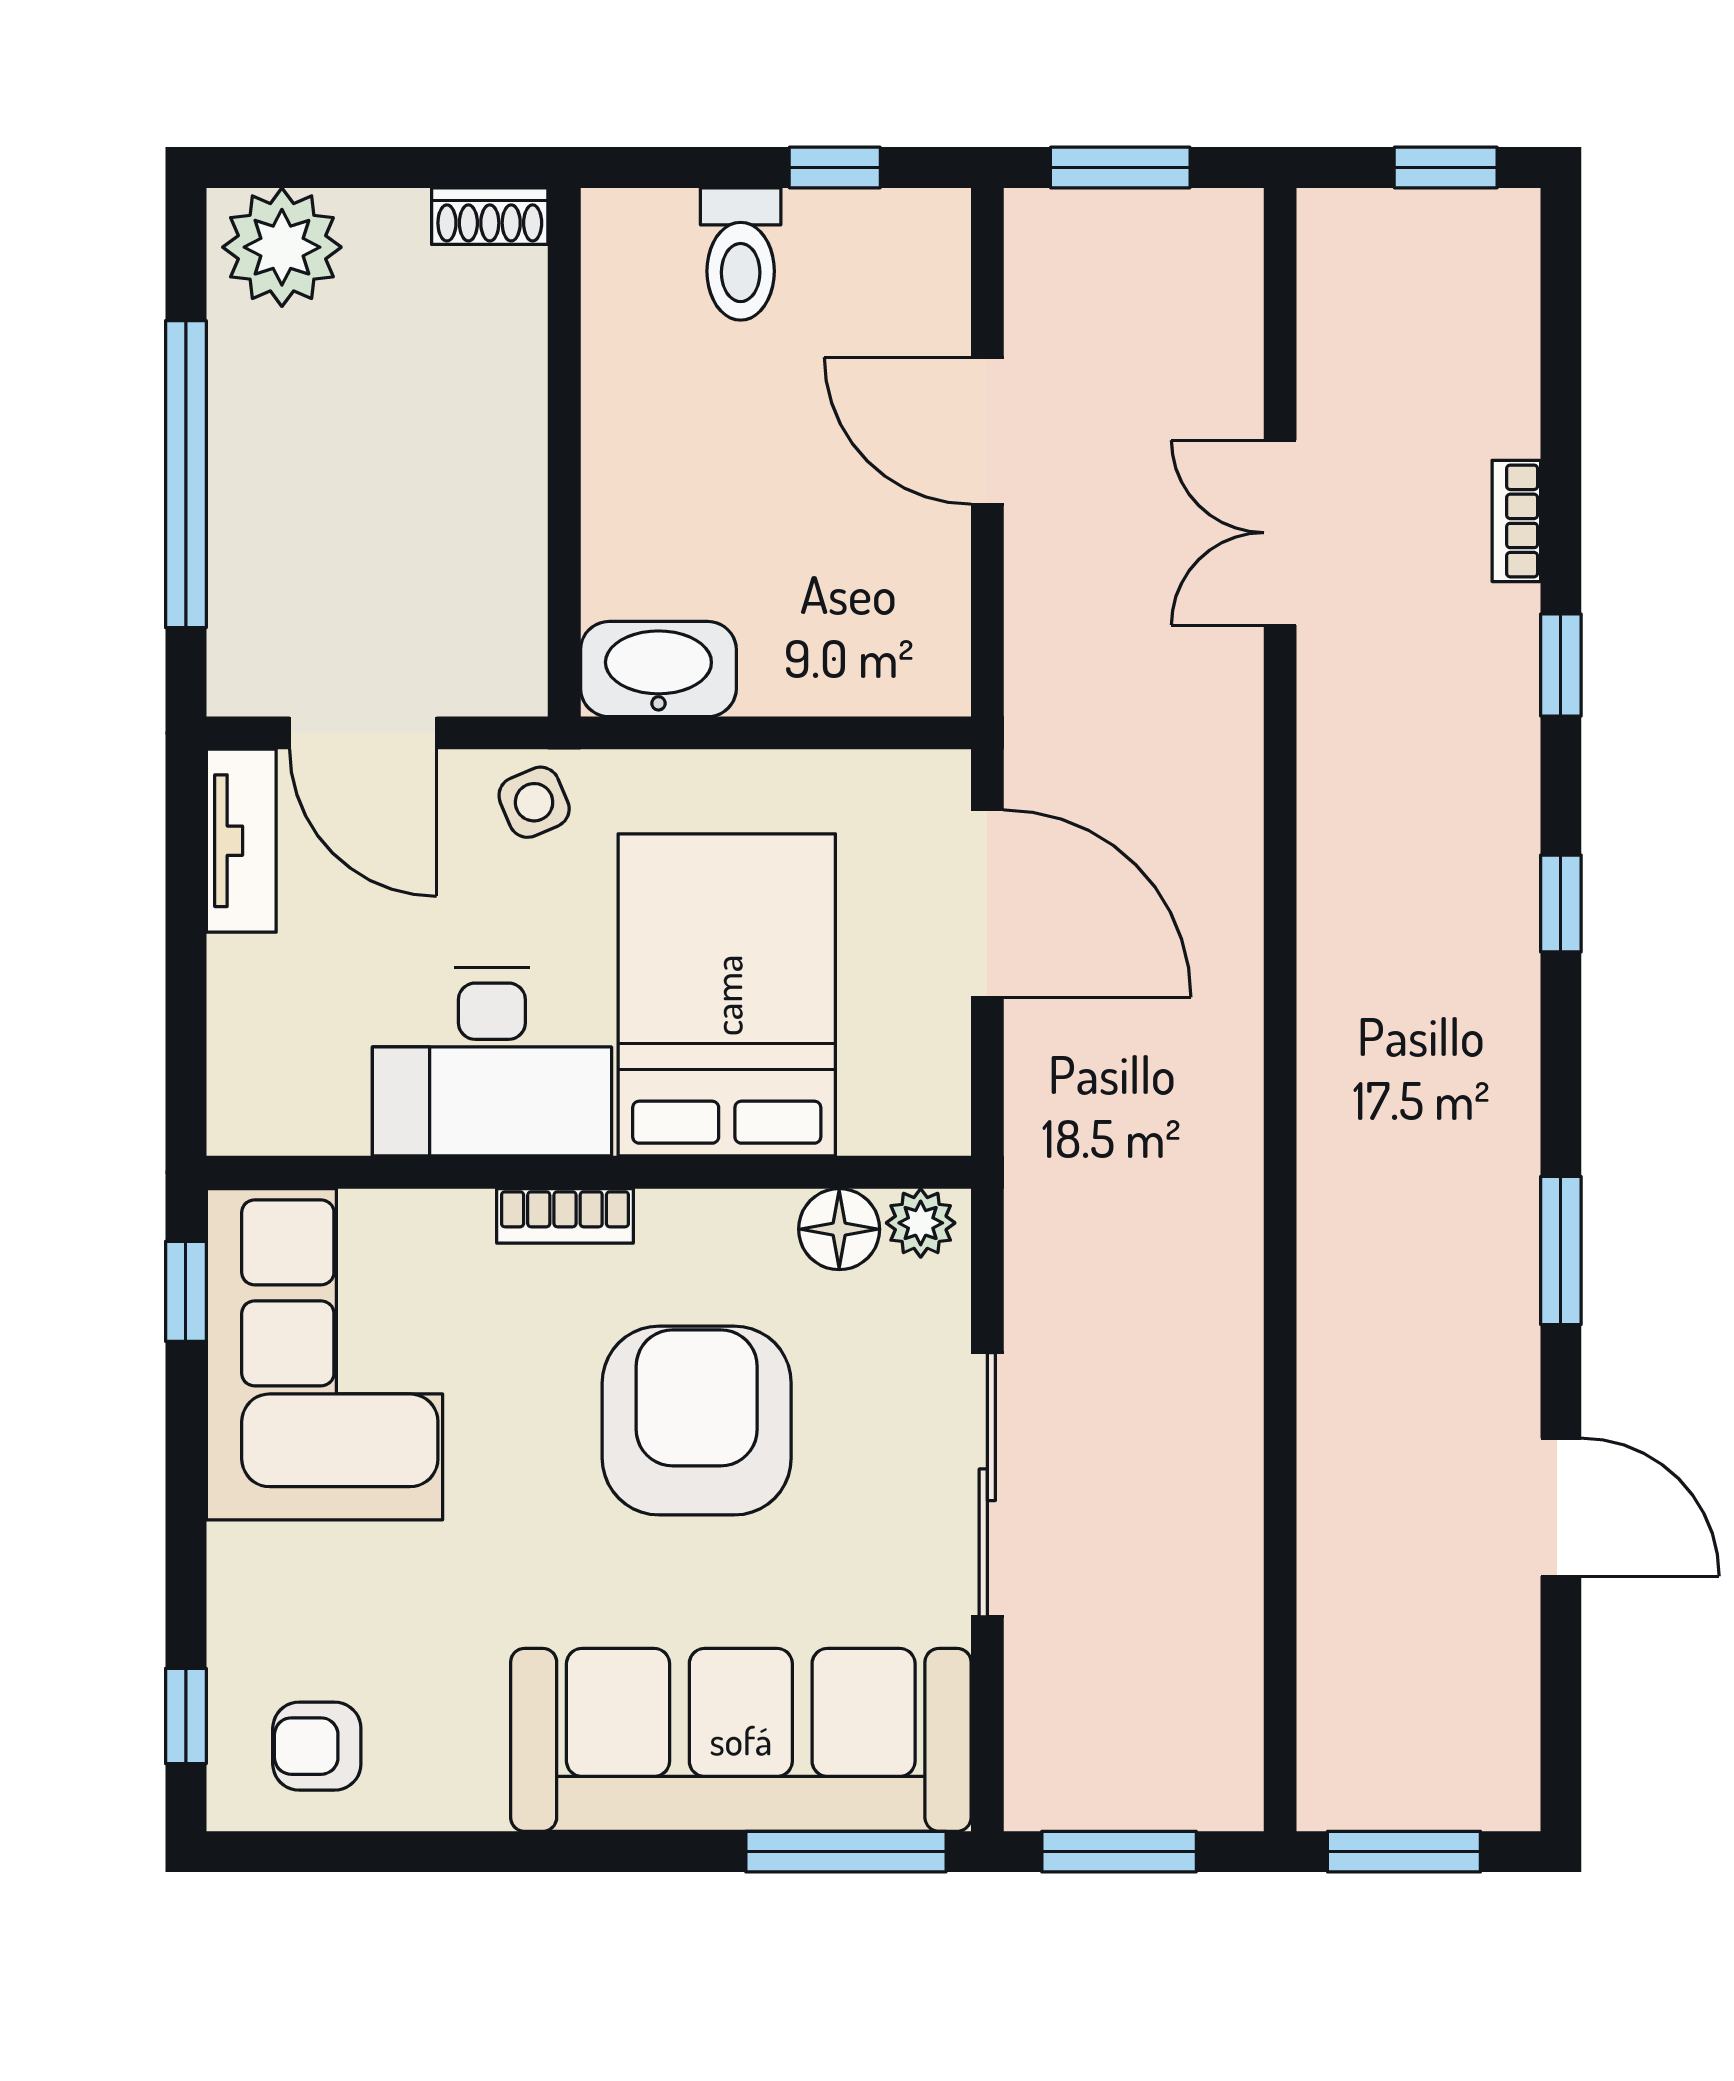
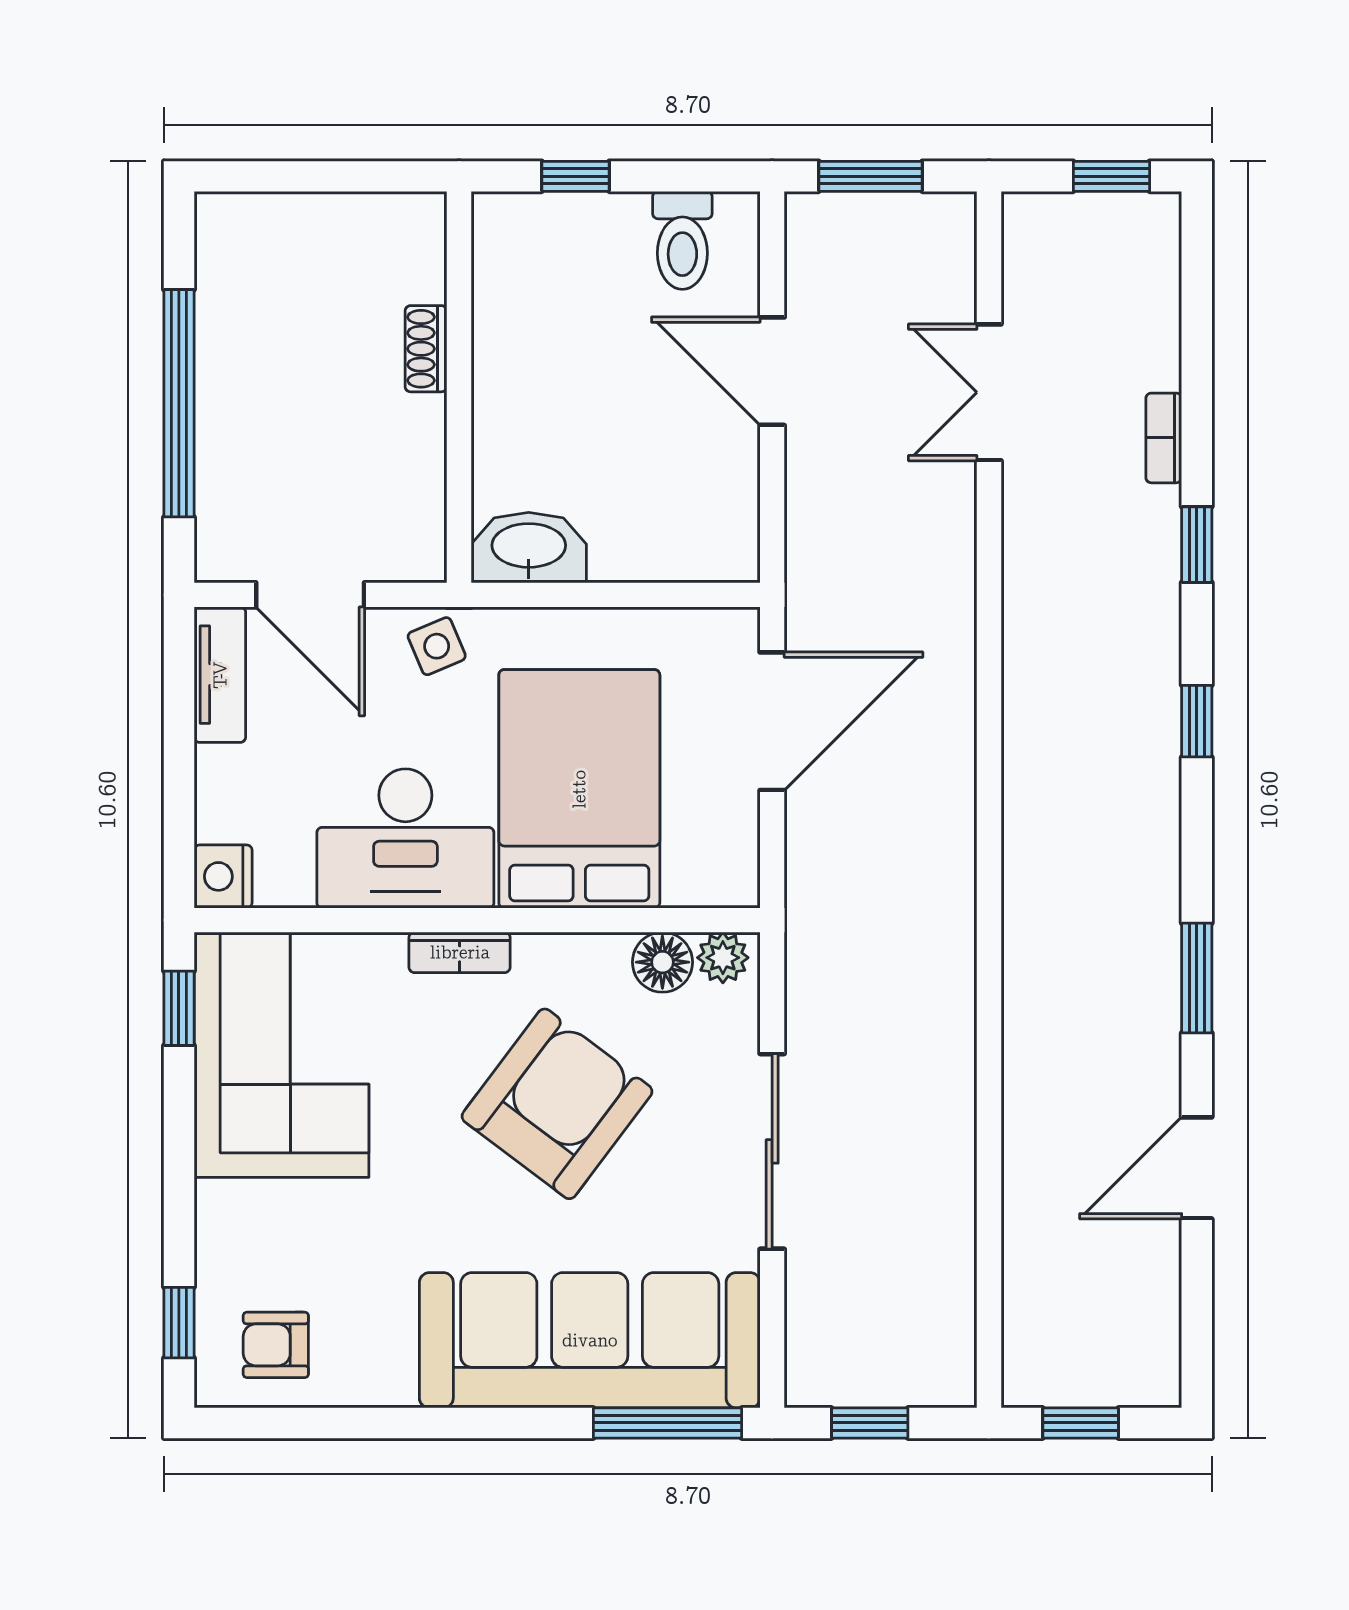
window: (835, 168) -> (576, 176), moved
shoe rack: (490, 216) -> (426, 349), moved, turned 90
plant: (282, 247) -> (250, 235), removed
toilet: (741, 254) -> (682, 240), moved
double door: (1280, 533) -> (989, 392), moved
door: (987, 904) -> (772, 721), hinge flipped
nightstand: (245, 1113) -> (223, 876), added
armchair: (697, 1421) -> (557, 1104), turned 37
door: (1561, 1507) -> (1197, 1168), swing flipped
window: (1119, 1852) -> (870, 1423), width x0.67
window: (1404, 1852) -> (1081, 1423), width x0.67

